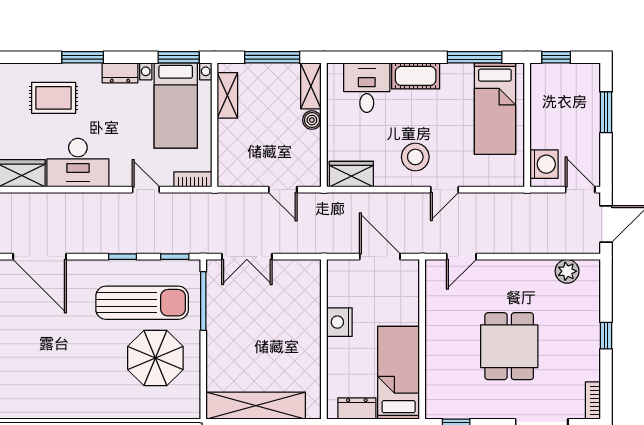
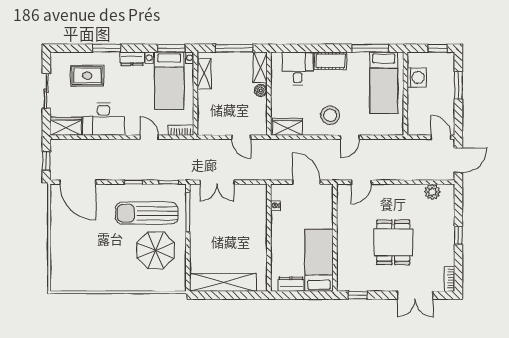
window: (556, 57) -> (438, 48), moved
washing machine: (544, 164) -> (417, 77), moved
sun lounger: (142, 303) -> (147, 213), turned 180
nightstand: (339, 322) -> (275, 205), moved, width x0.53, depth x0.56

